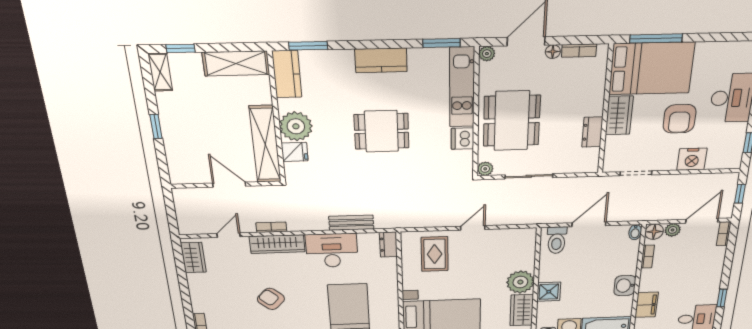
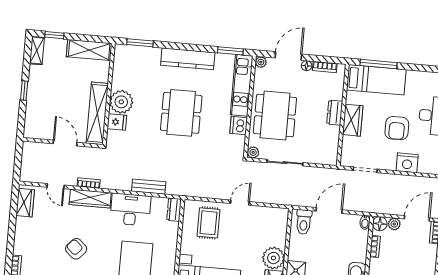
kitchen counter: (381, 60) -> (188, 59), width x1.50
bed: (652, 69) -> (376, 80), width x0.67
kitchen counter: (287, 74) -> (122, 62), removed
dining table: (382, 131) -> (181, 113), width x1.37
dresser: (592, 132) -> (335, 113), moved
door: (229, 235) -> (56, 186), swing flipped

